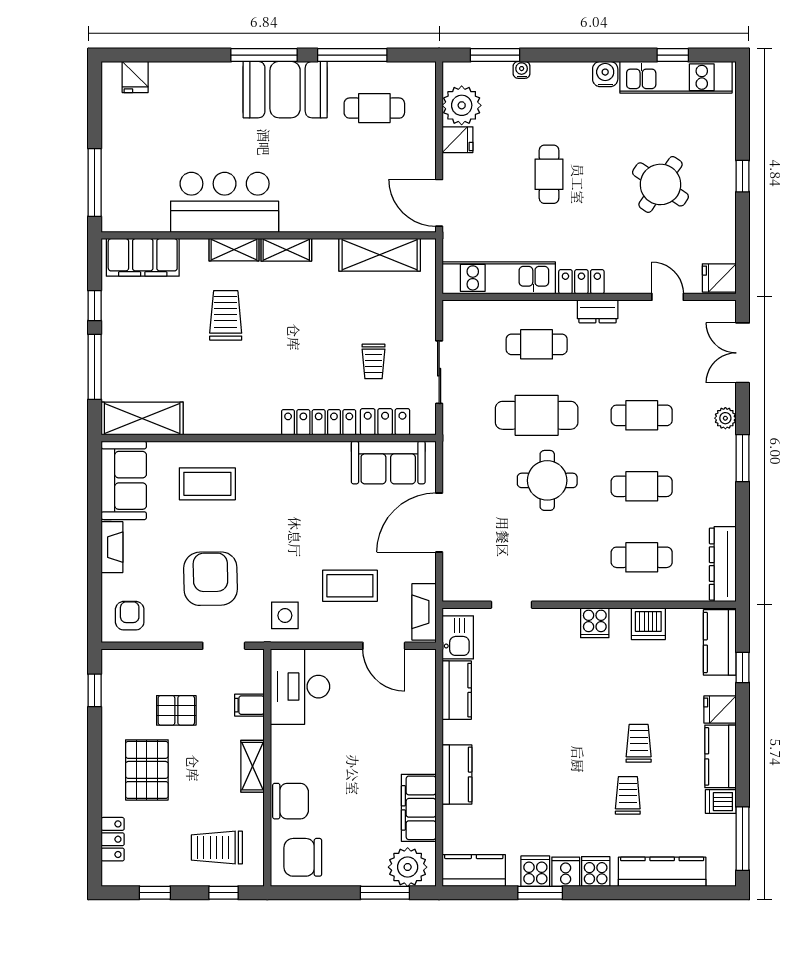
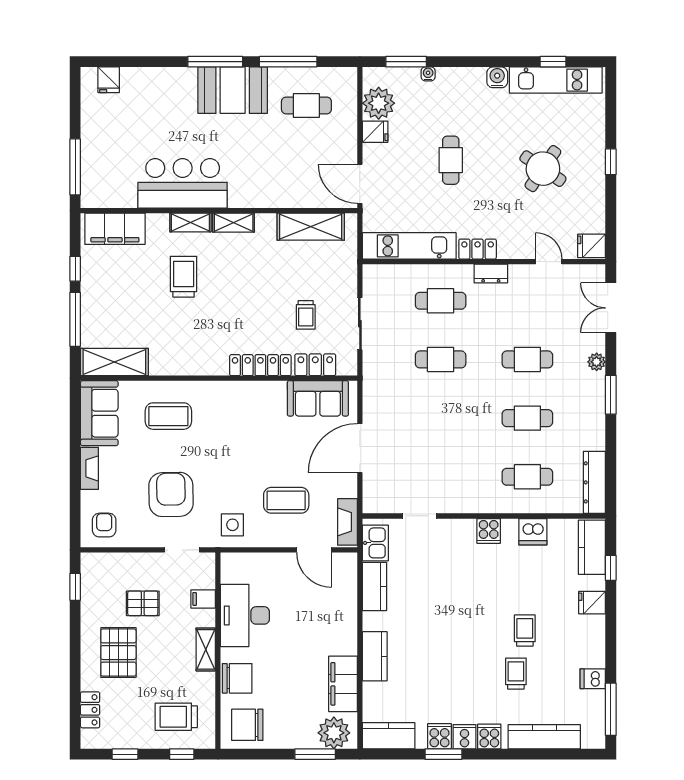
cafe table: (537, 415) -> (441, 359), width x0.73, depth x0.74
round table: (547, 480) -> (449, 413), removed
desk: (300, 687) -> (245, 615), moved
kitchen counter: (720, 756) -> (593, 641), removed

